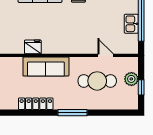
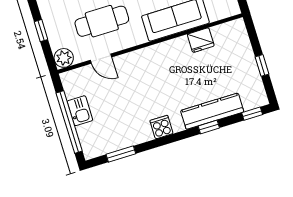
plant: (131, 79) -> (64, 58), moved

